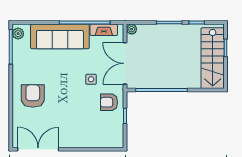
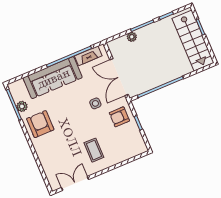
plant: (132, 29) -> (132, 37), moved
plant: (18, 34) -> (22, 106), moved
armchair: (33, 96) -> (40, 124), moved
coffee table: (70, 124) -> (94, 150), added
double door: (38, 149) -> (75, 183), width x0.73

